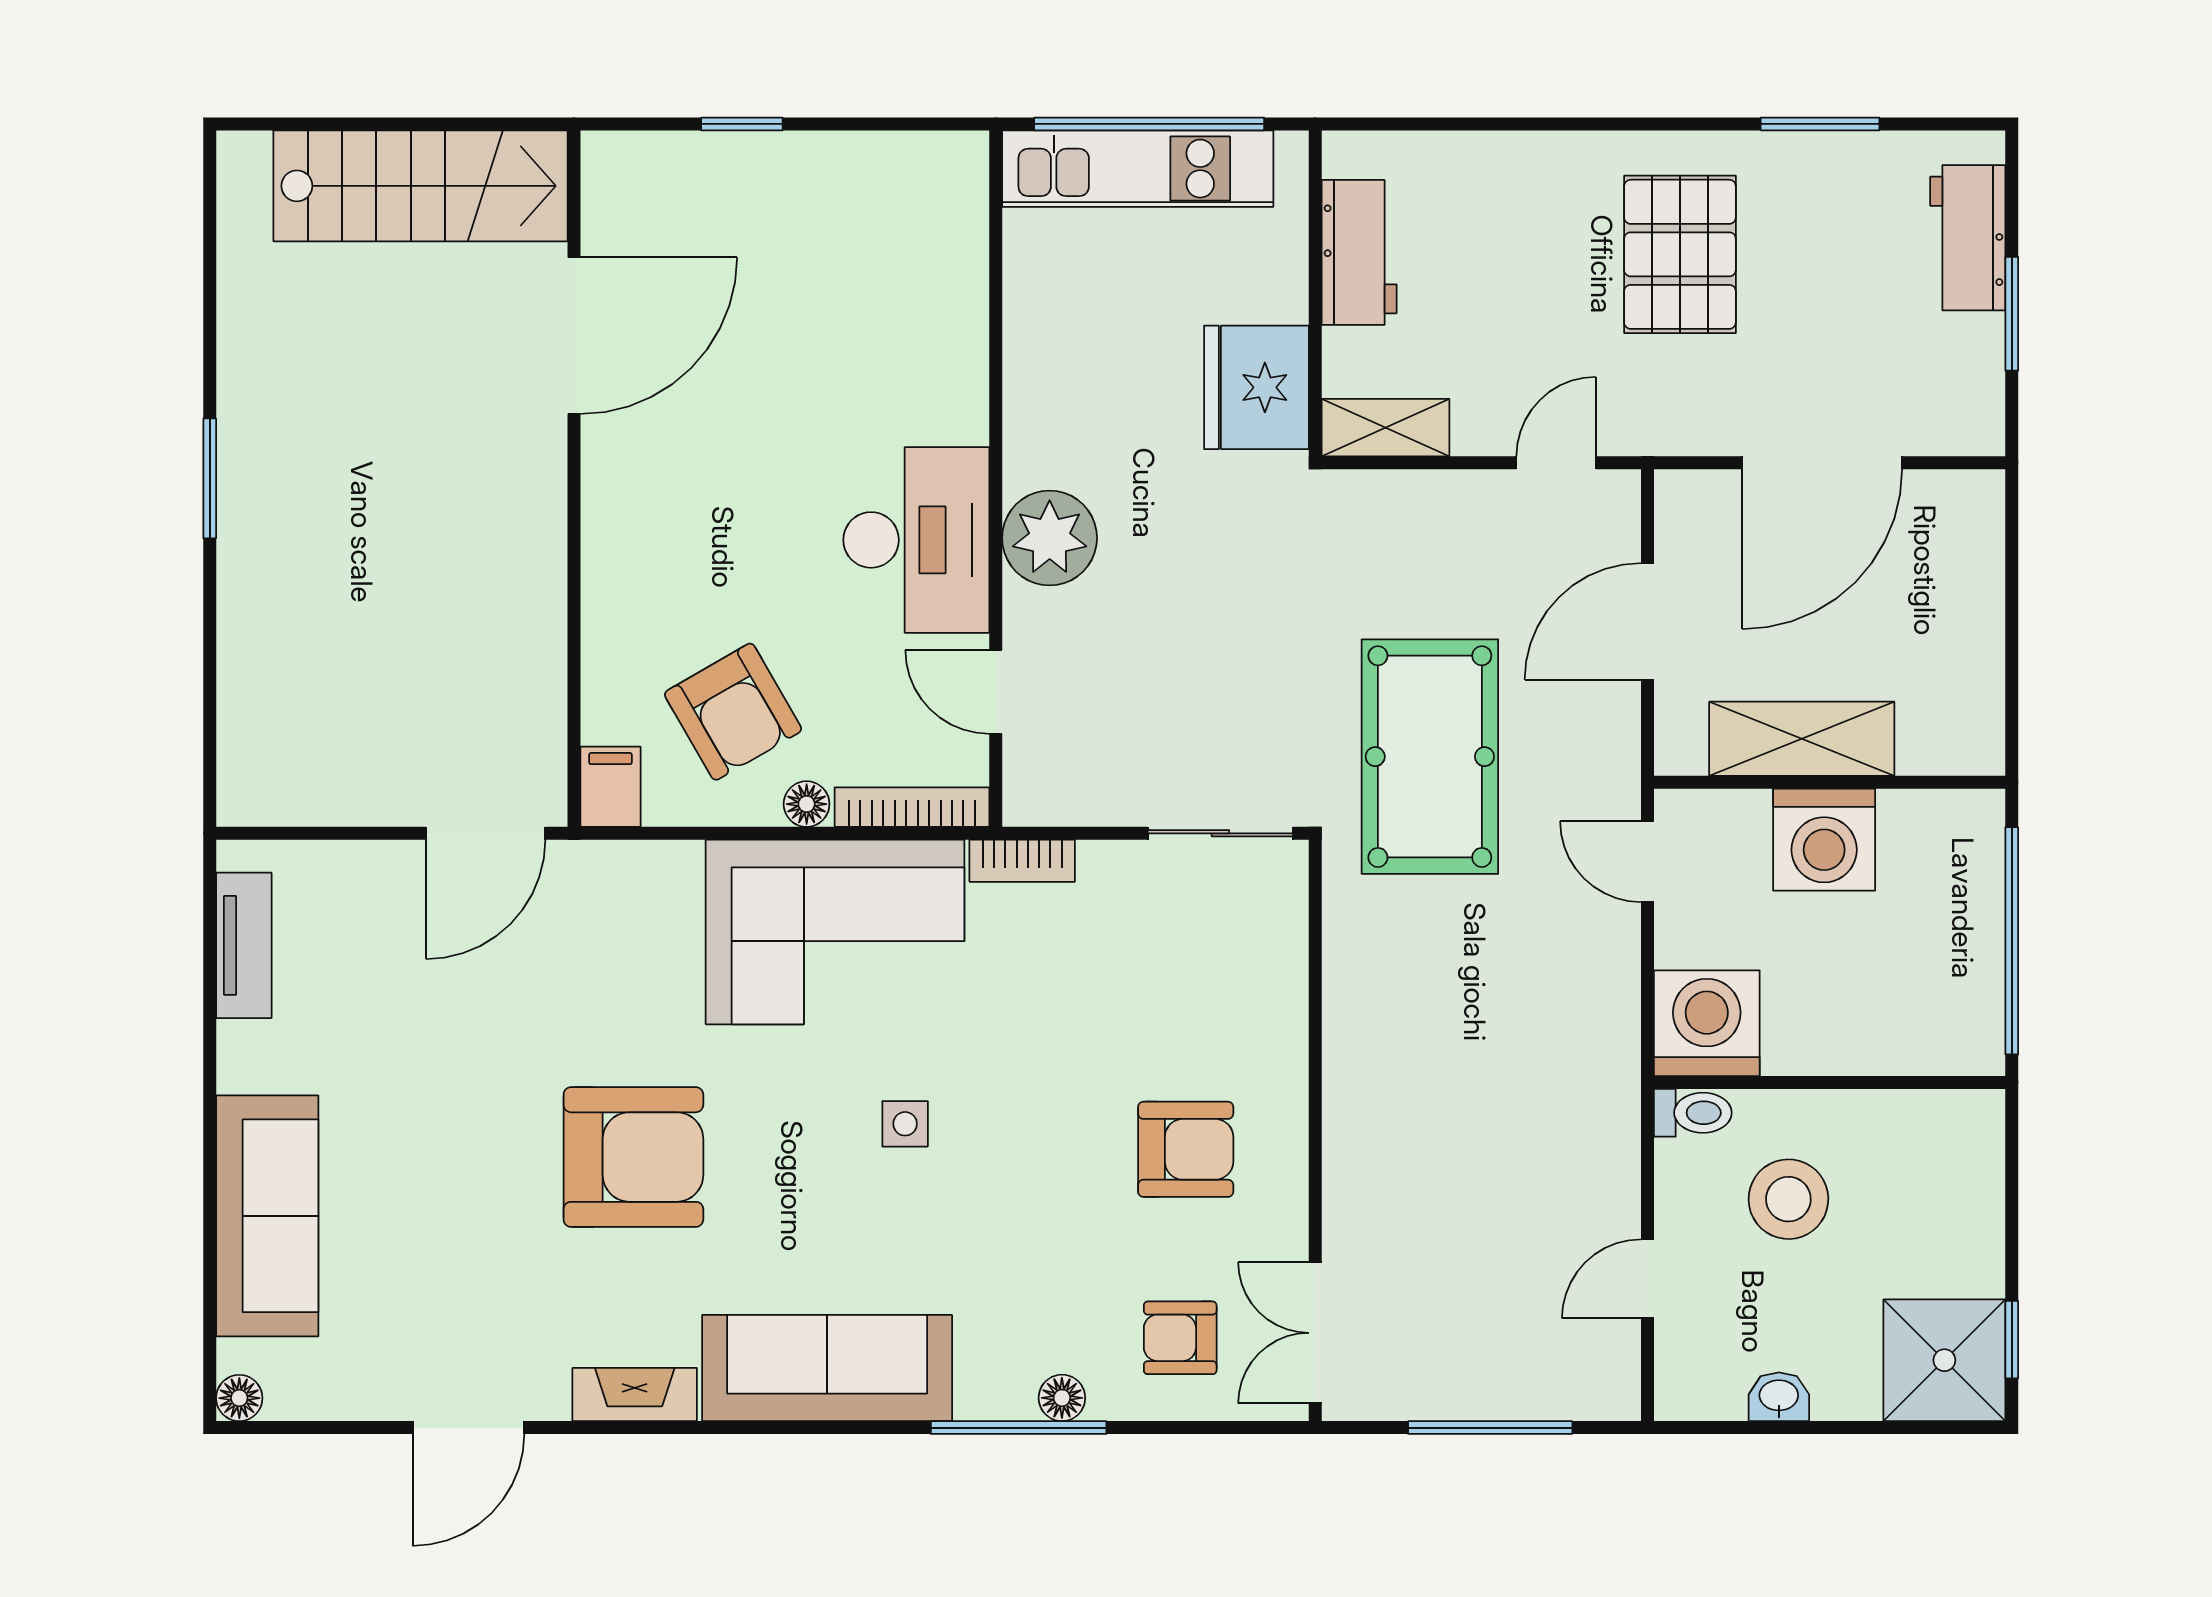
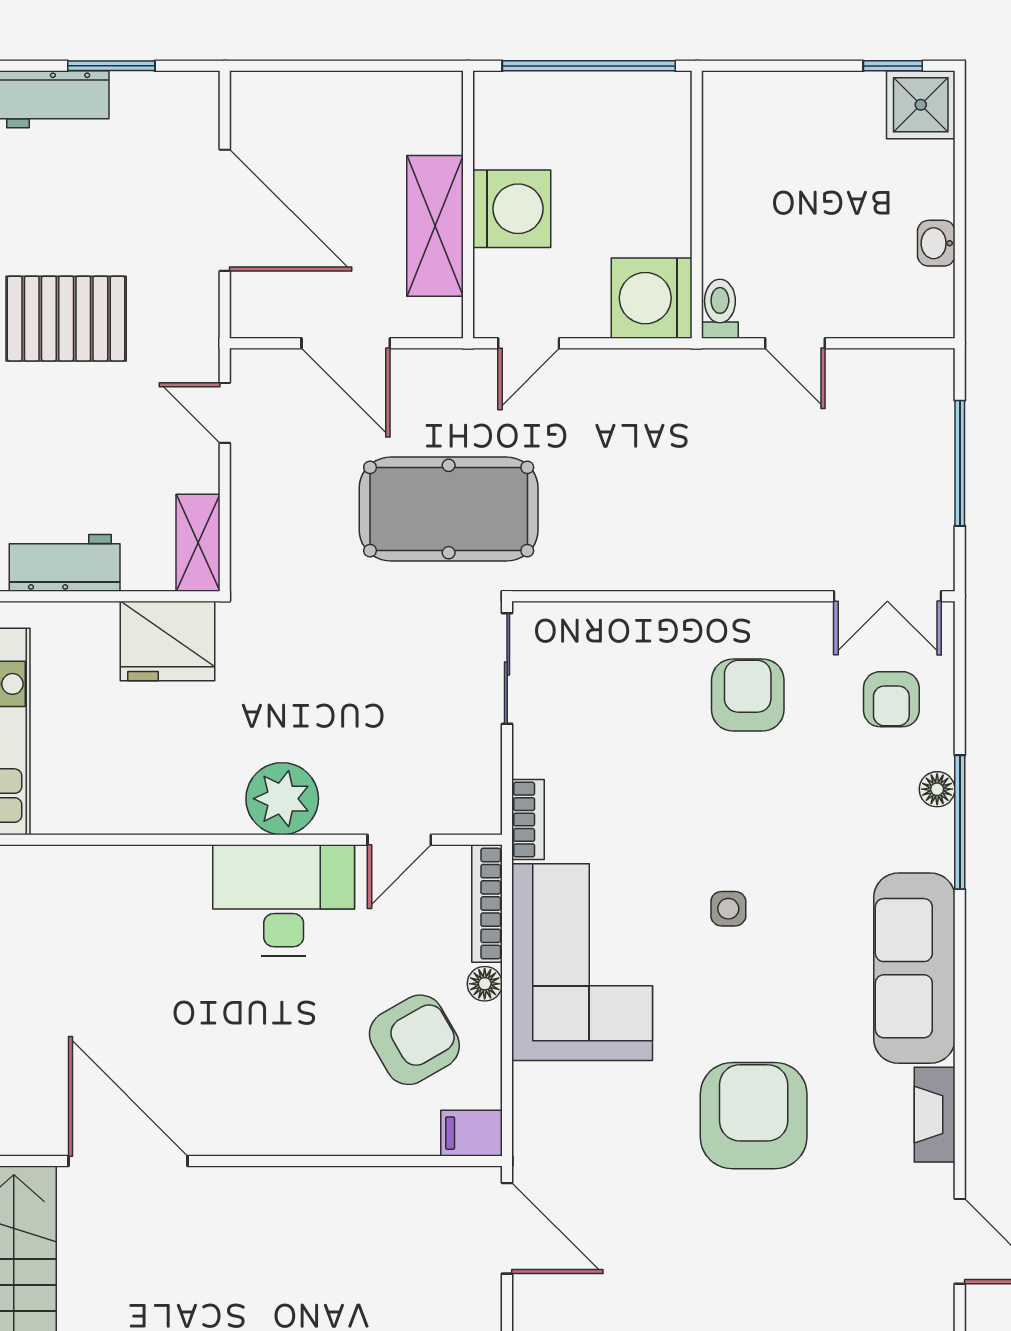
stool: (1788, 1199) -> (786, 236), removed
door: (1648, 1279) -> (795, 343), moved
shower: (1944, 1360) -> (921, 105), width x0.73, depth x0.73

